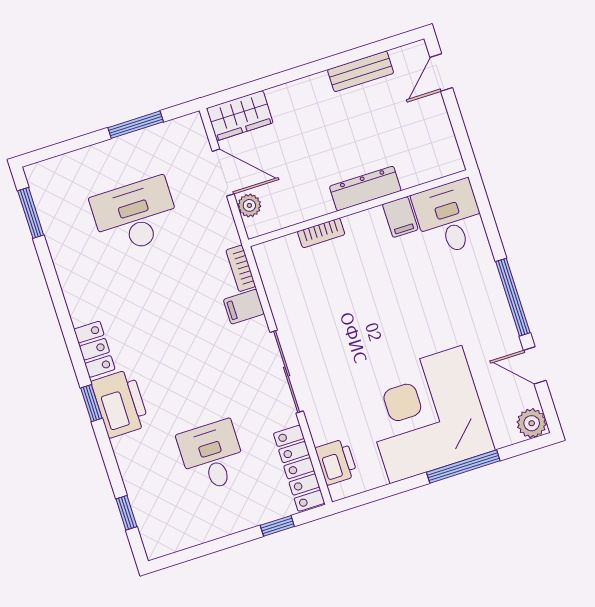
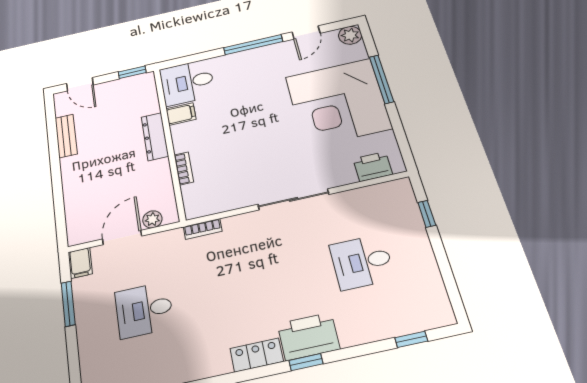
wardrobe: (240, 116) -> (79, 222), removed
window: (463, 141) -> (132, 72), added
desk: (135, 216) -> (144, 310), width x0.73
filing cabinet: (244, 307) -> (80, 263), moved
locker: (299, 468) -> (377, 194), removed

